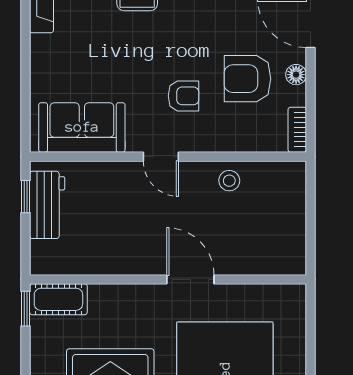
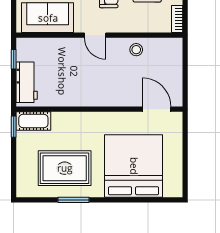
workbench: (47, 205) -> (27, 82), moved
door: (190, 279) -> (157, 109), moved

